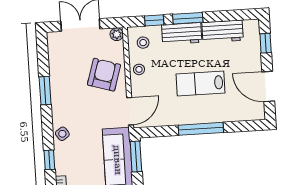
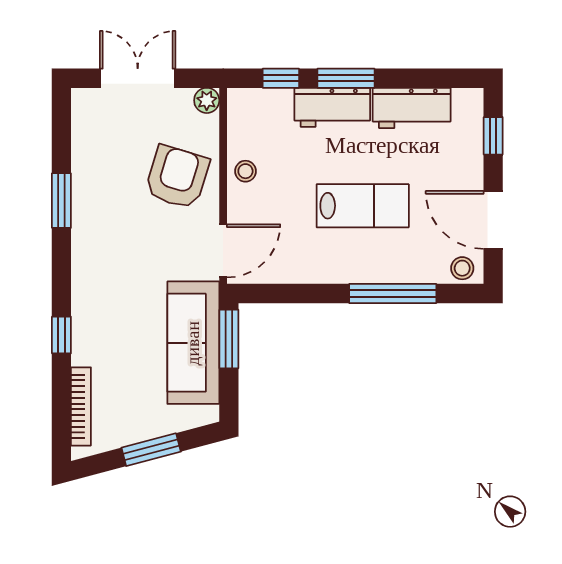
stool: (143, 43) -> (462, 268), moved
lab bench: (201, 83) -> (363, 206), turned 180
window: (201, 129) -> (393, 293), moved
side table: (62, 134) -> (90, 286), removed

